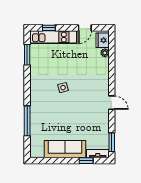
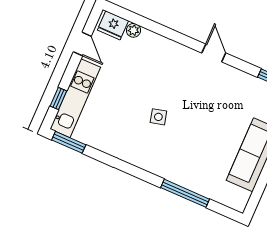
window: (27, 55) -> (69, 142), moved
door: (112, 103) -> (214, 53), hinge flipped

